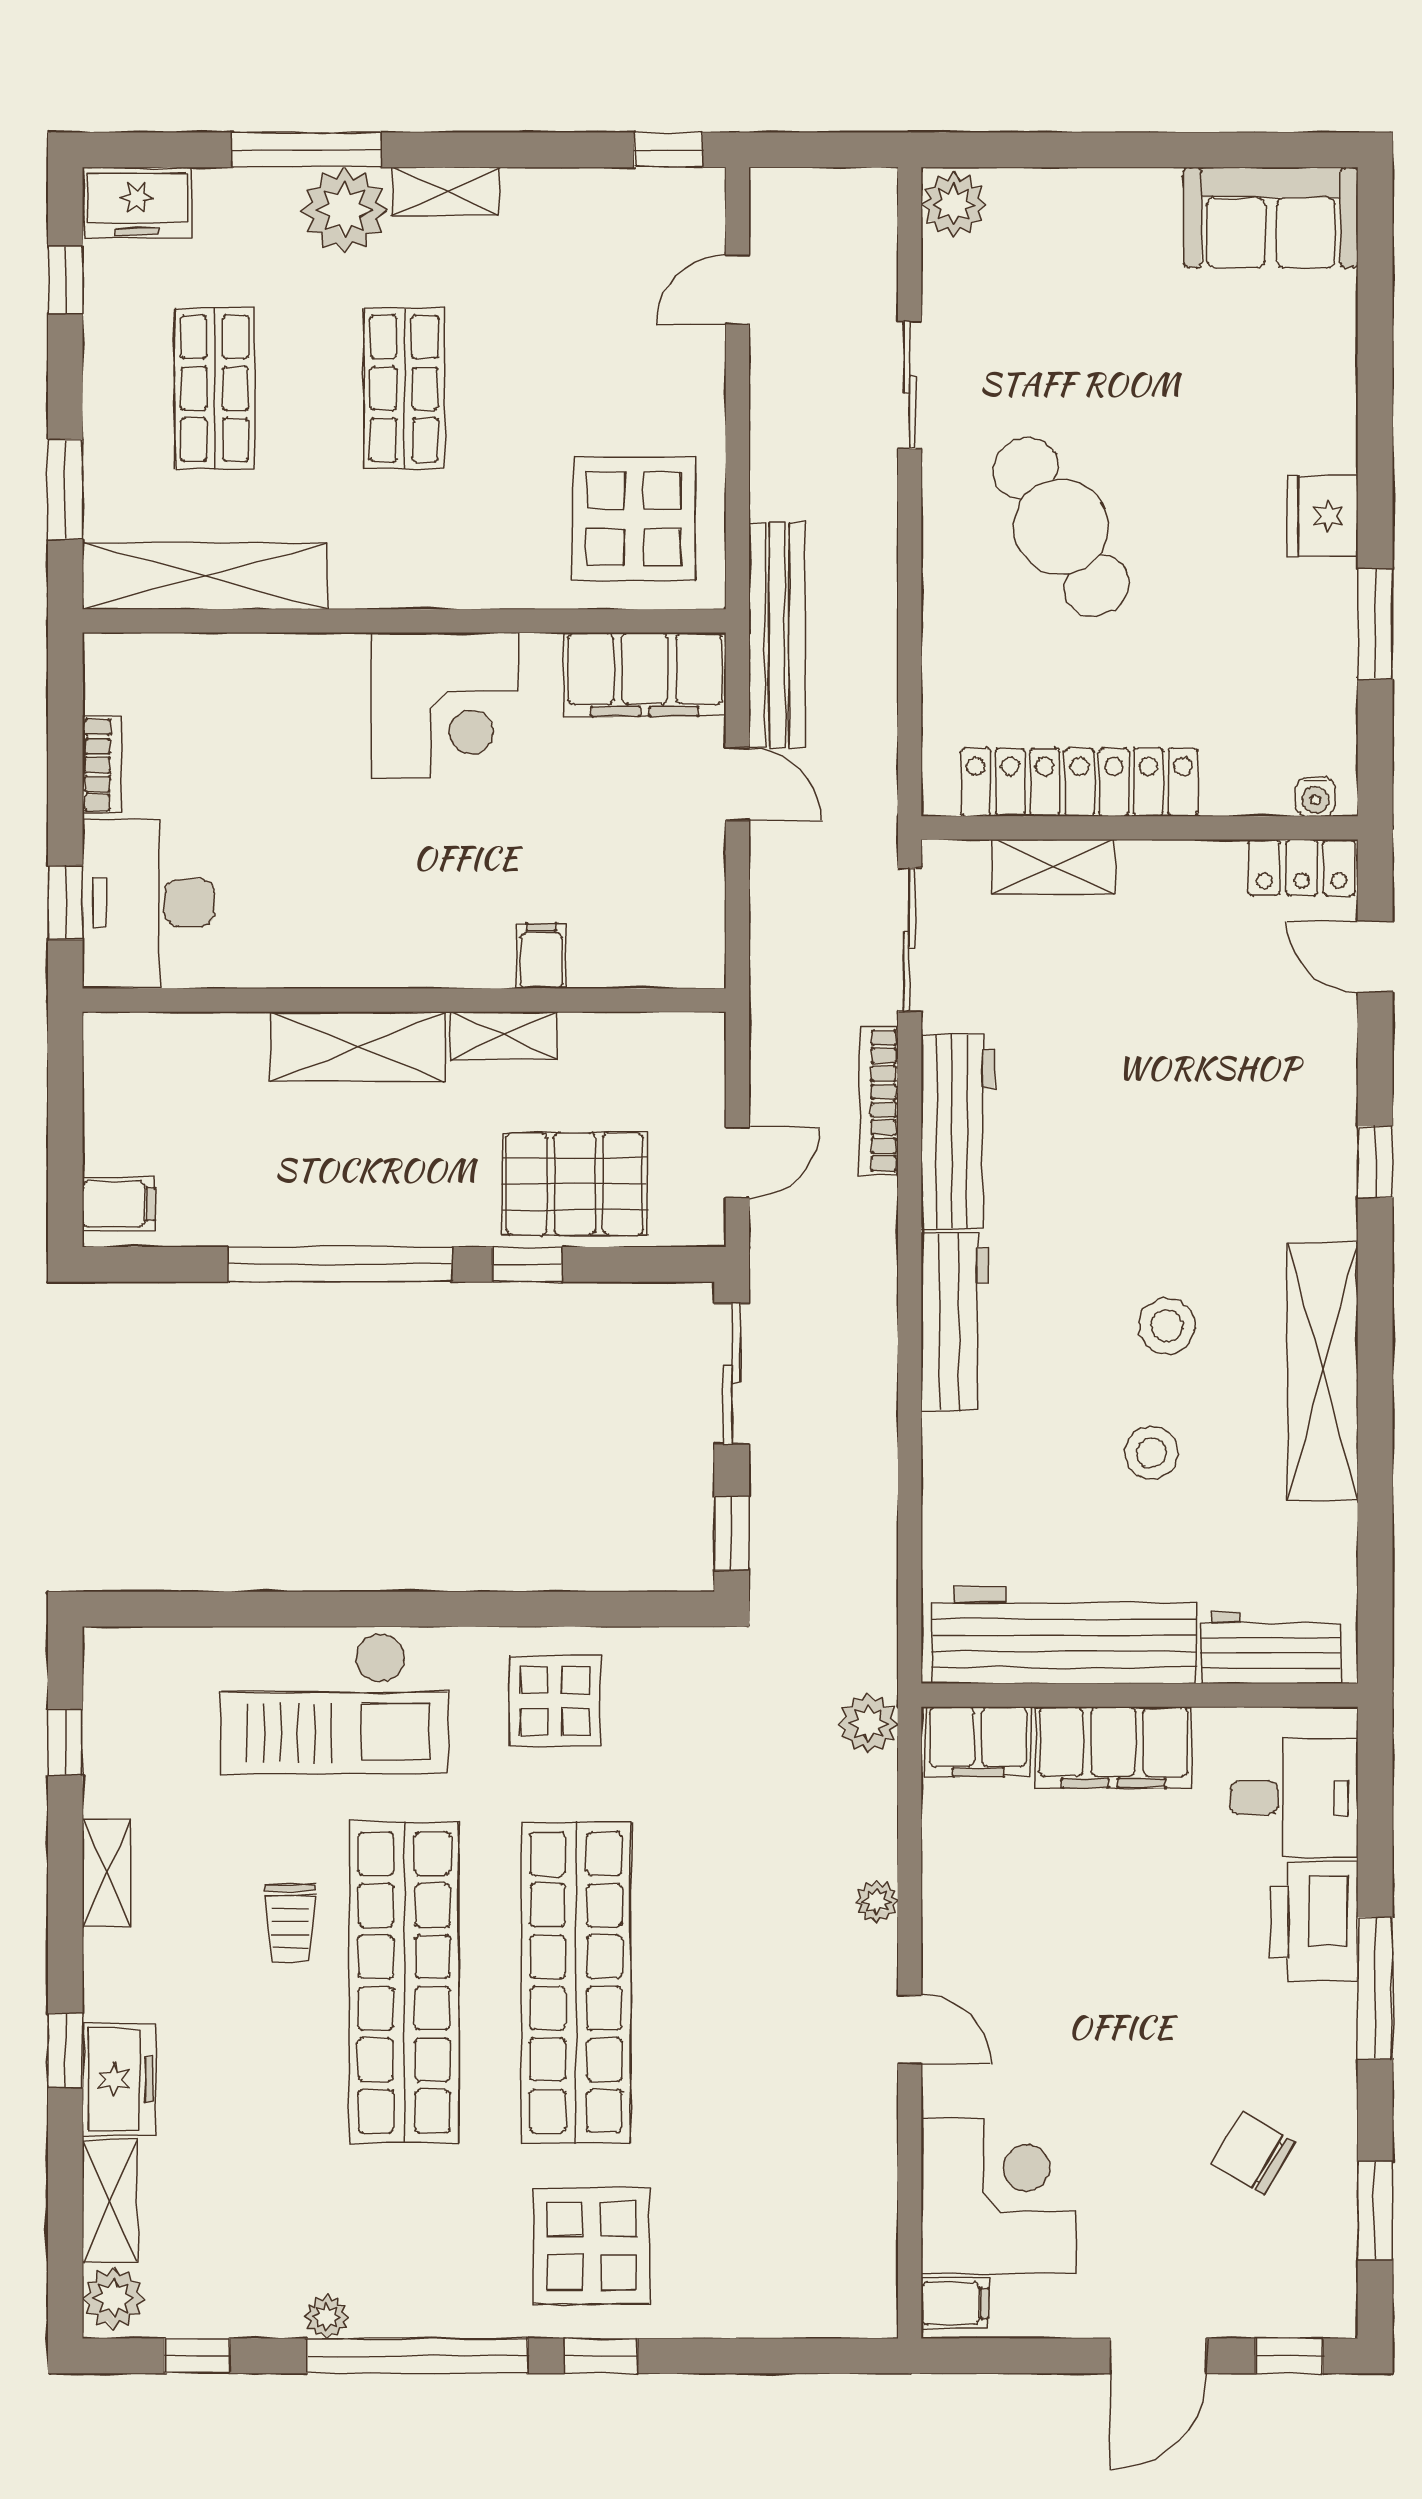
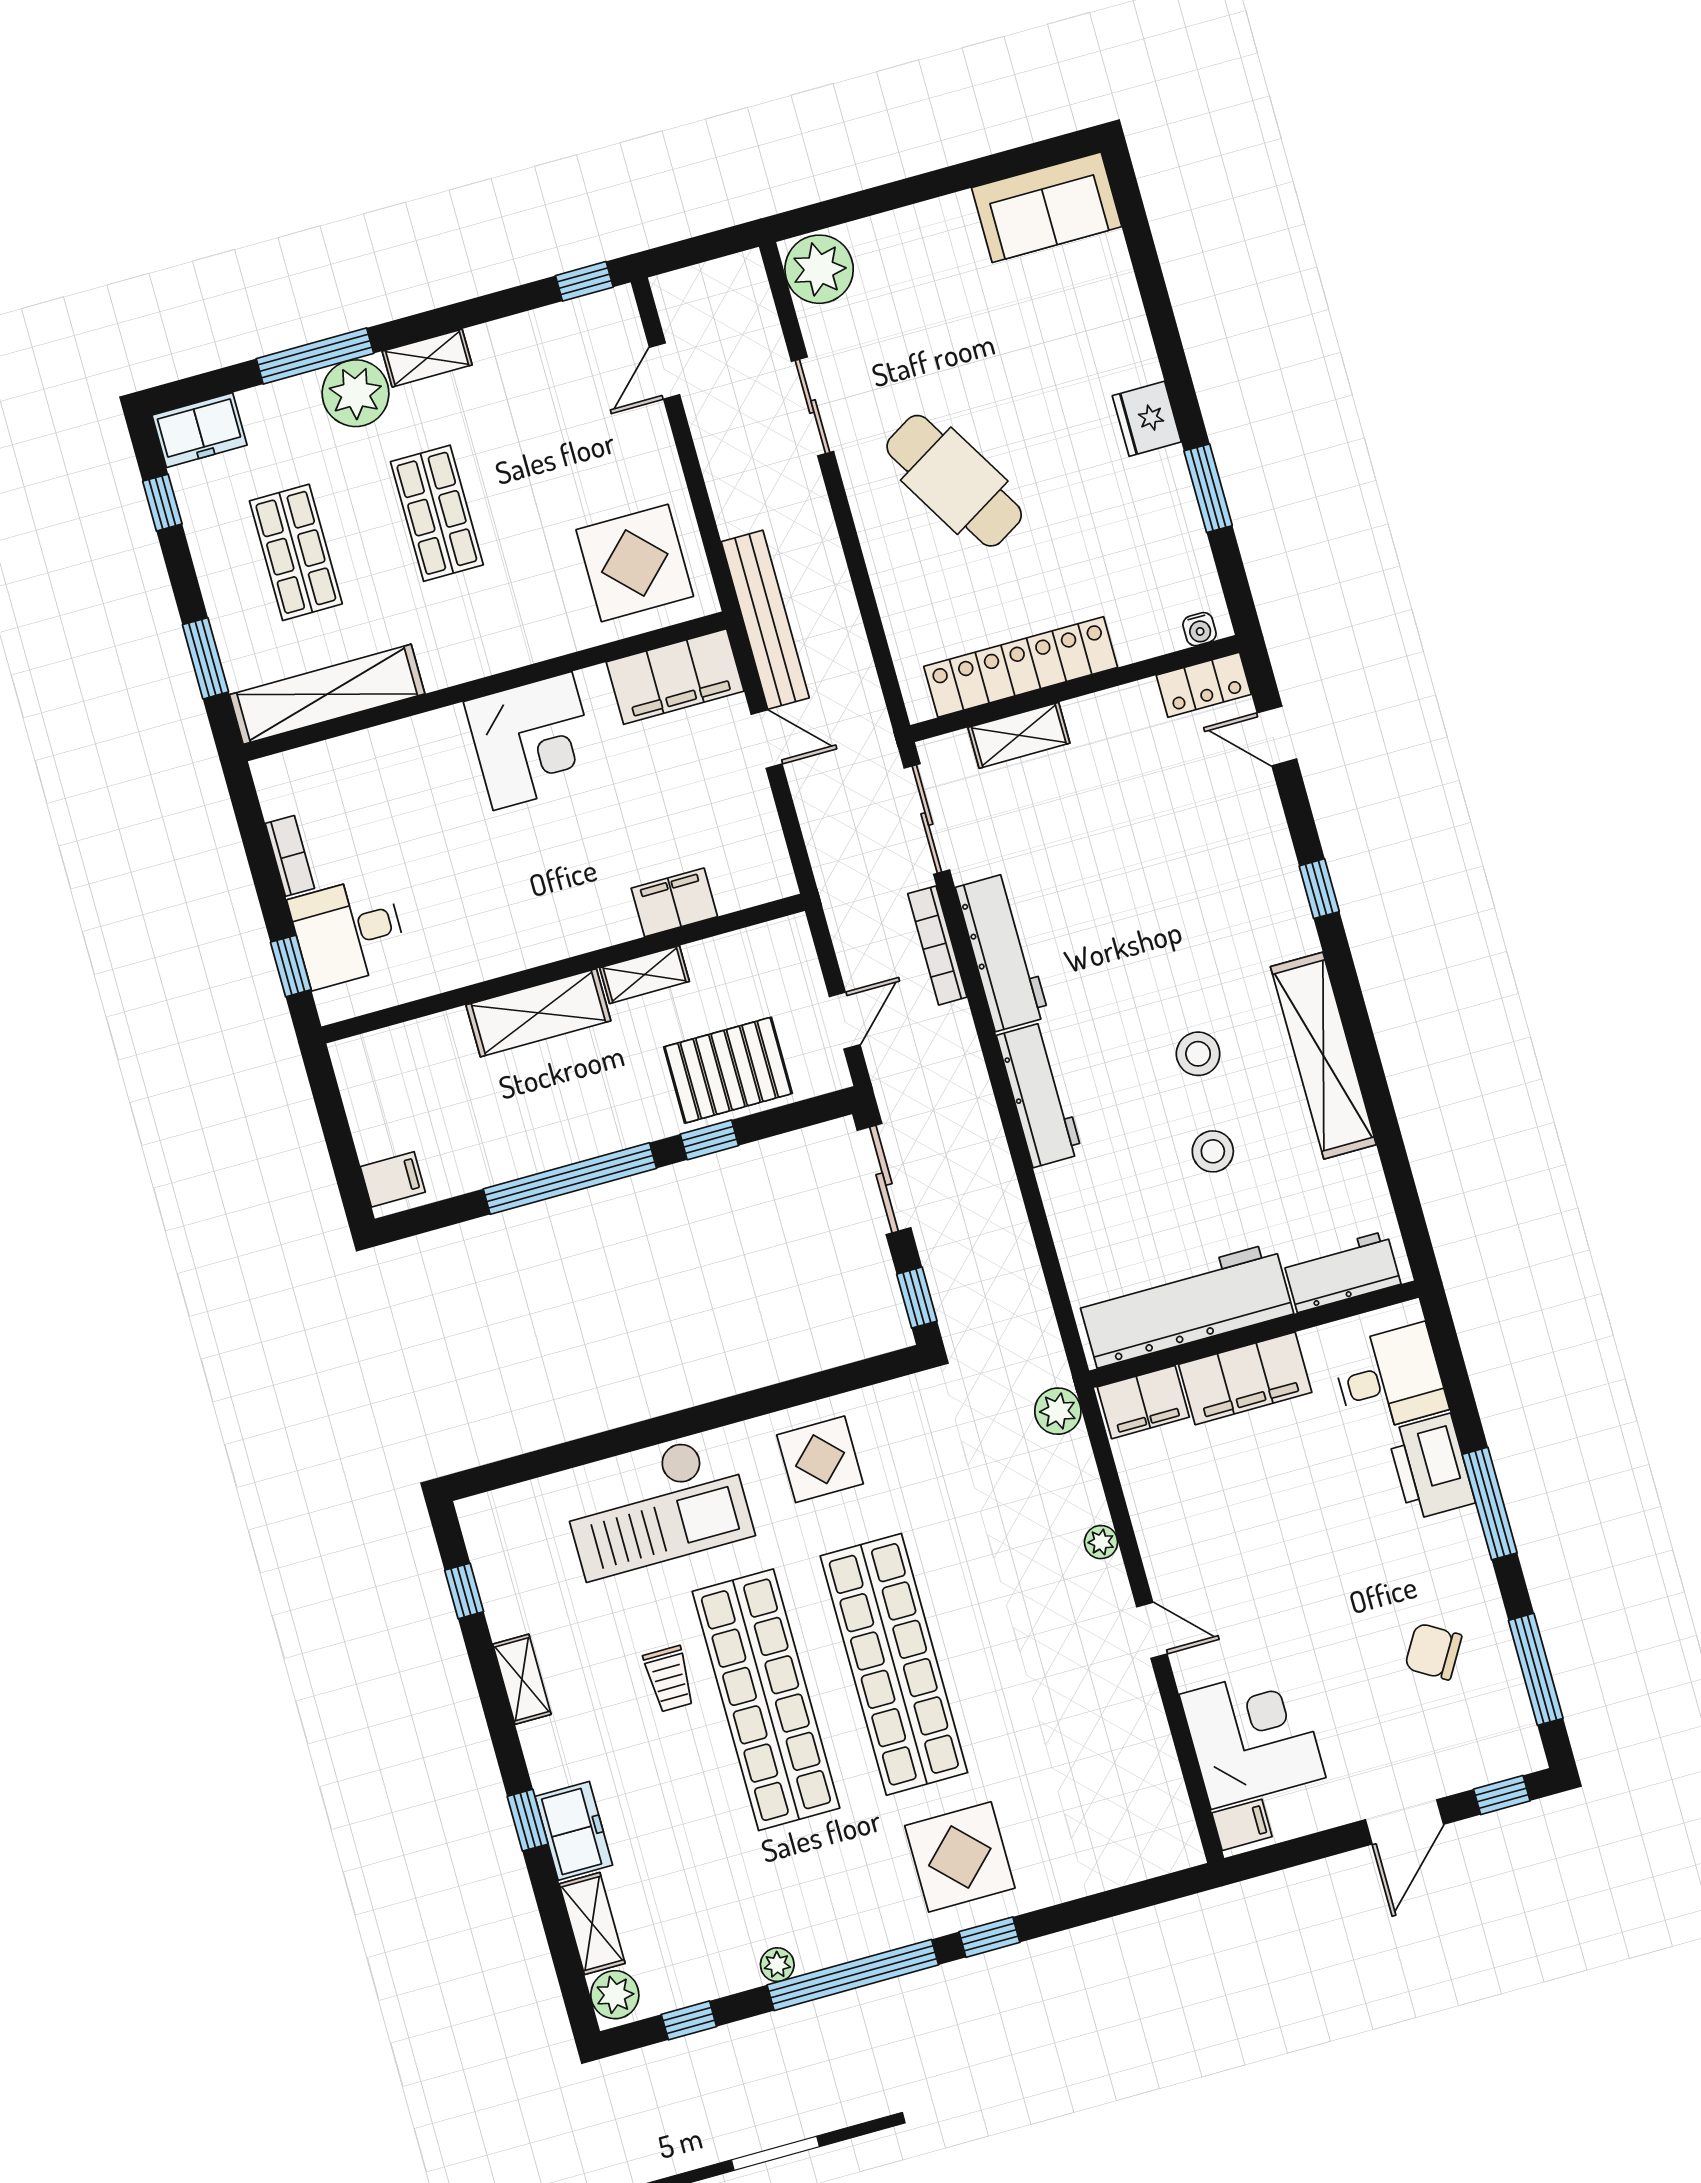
plant: (954, 204) -> (819, 269), width x1.36, depth x1.36
desk: (149, 903) -> (348, 932), width x0.73
filing cabinet: (541, 956) -> (674, 902), width x2.00
window: (1375, 2211) -> (1536, 1669), width x1.44

